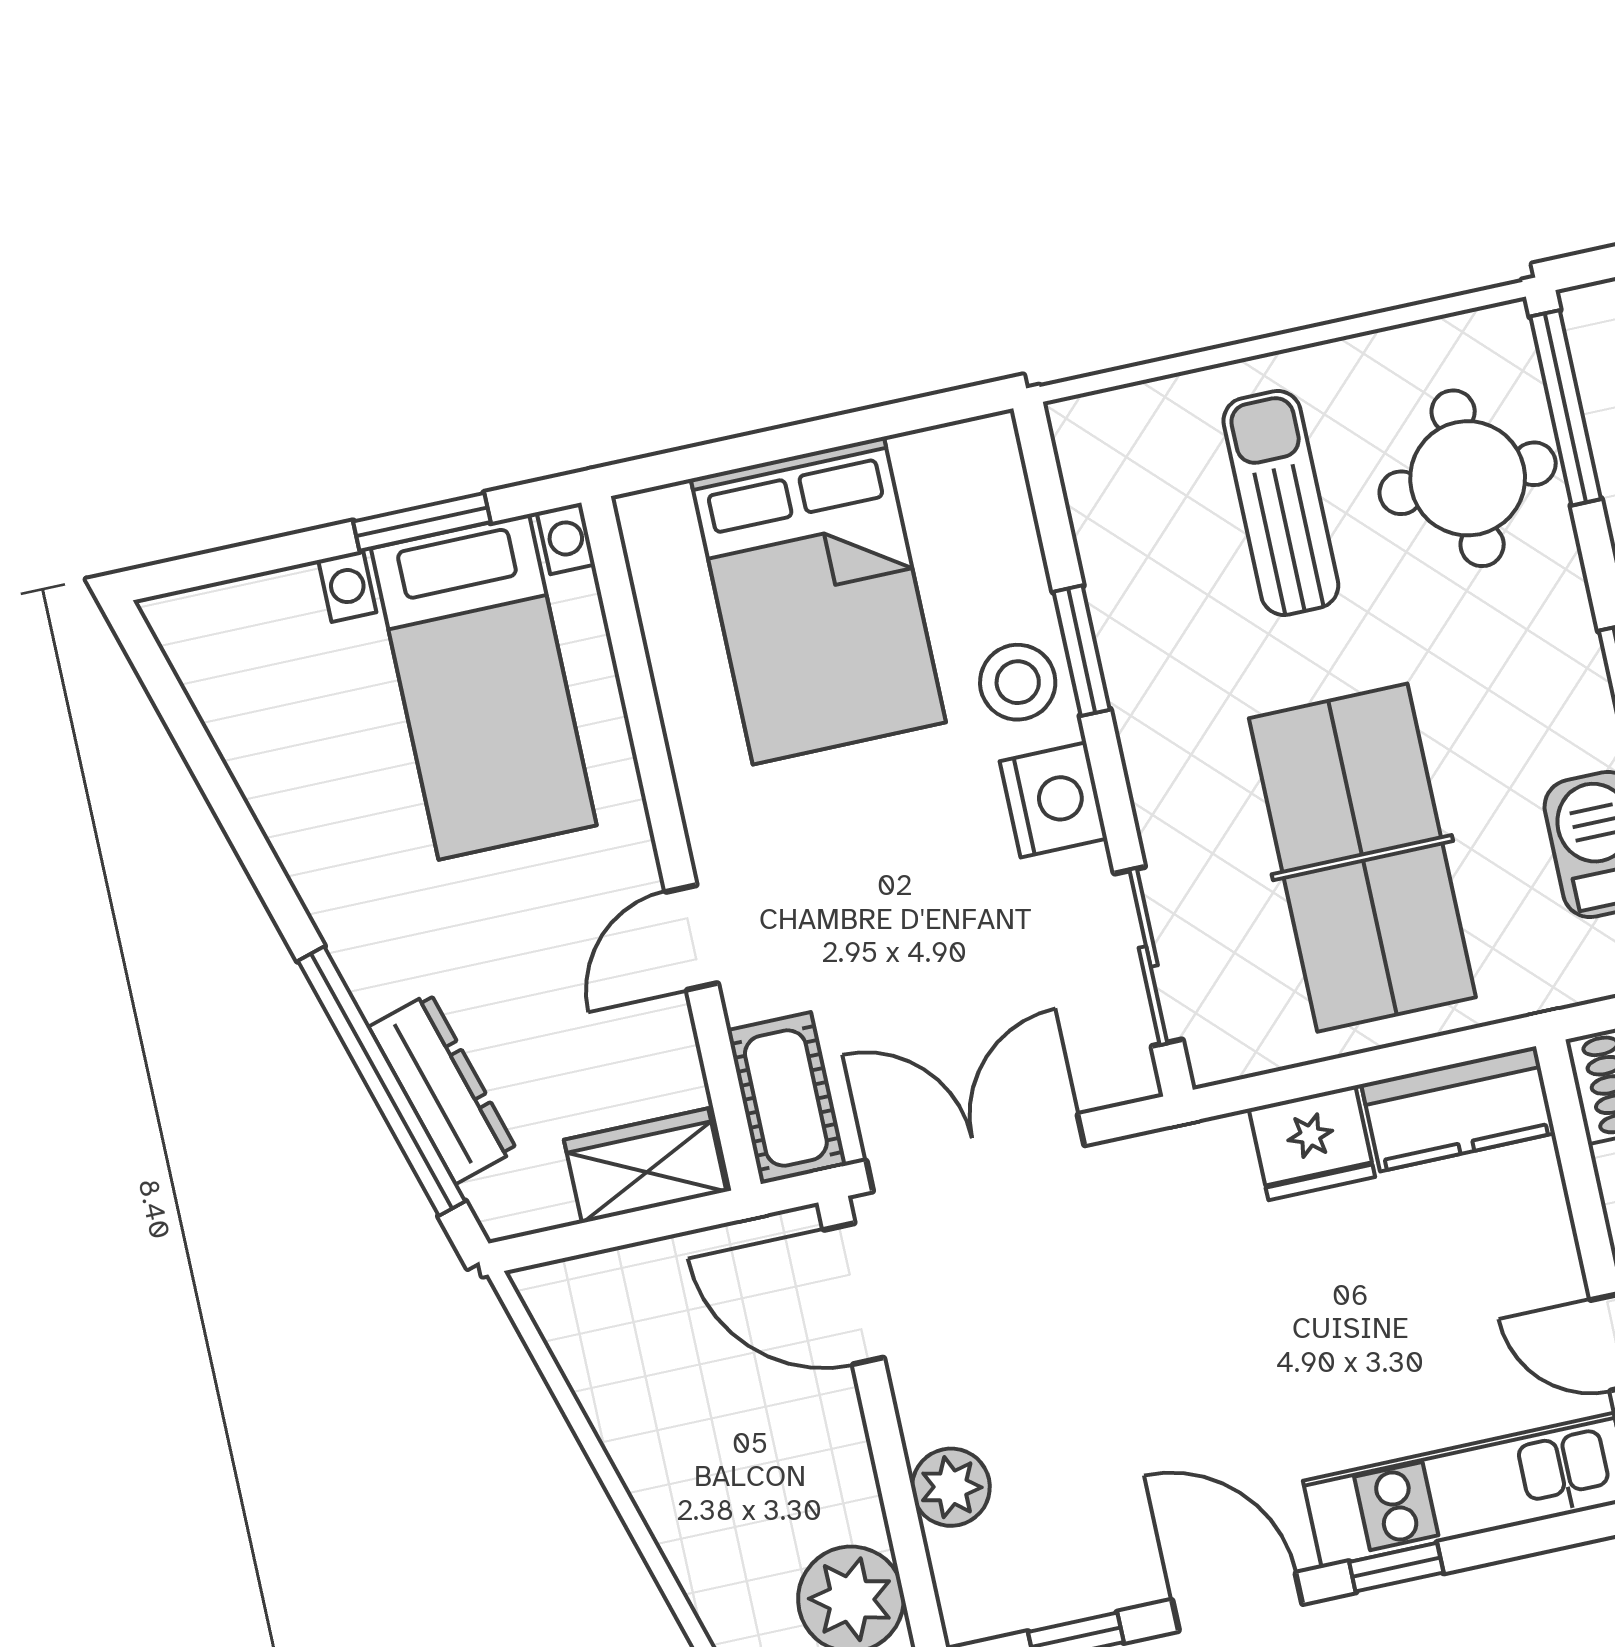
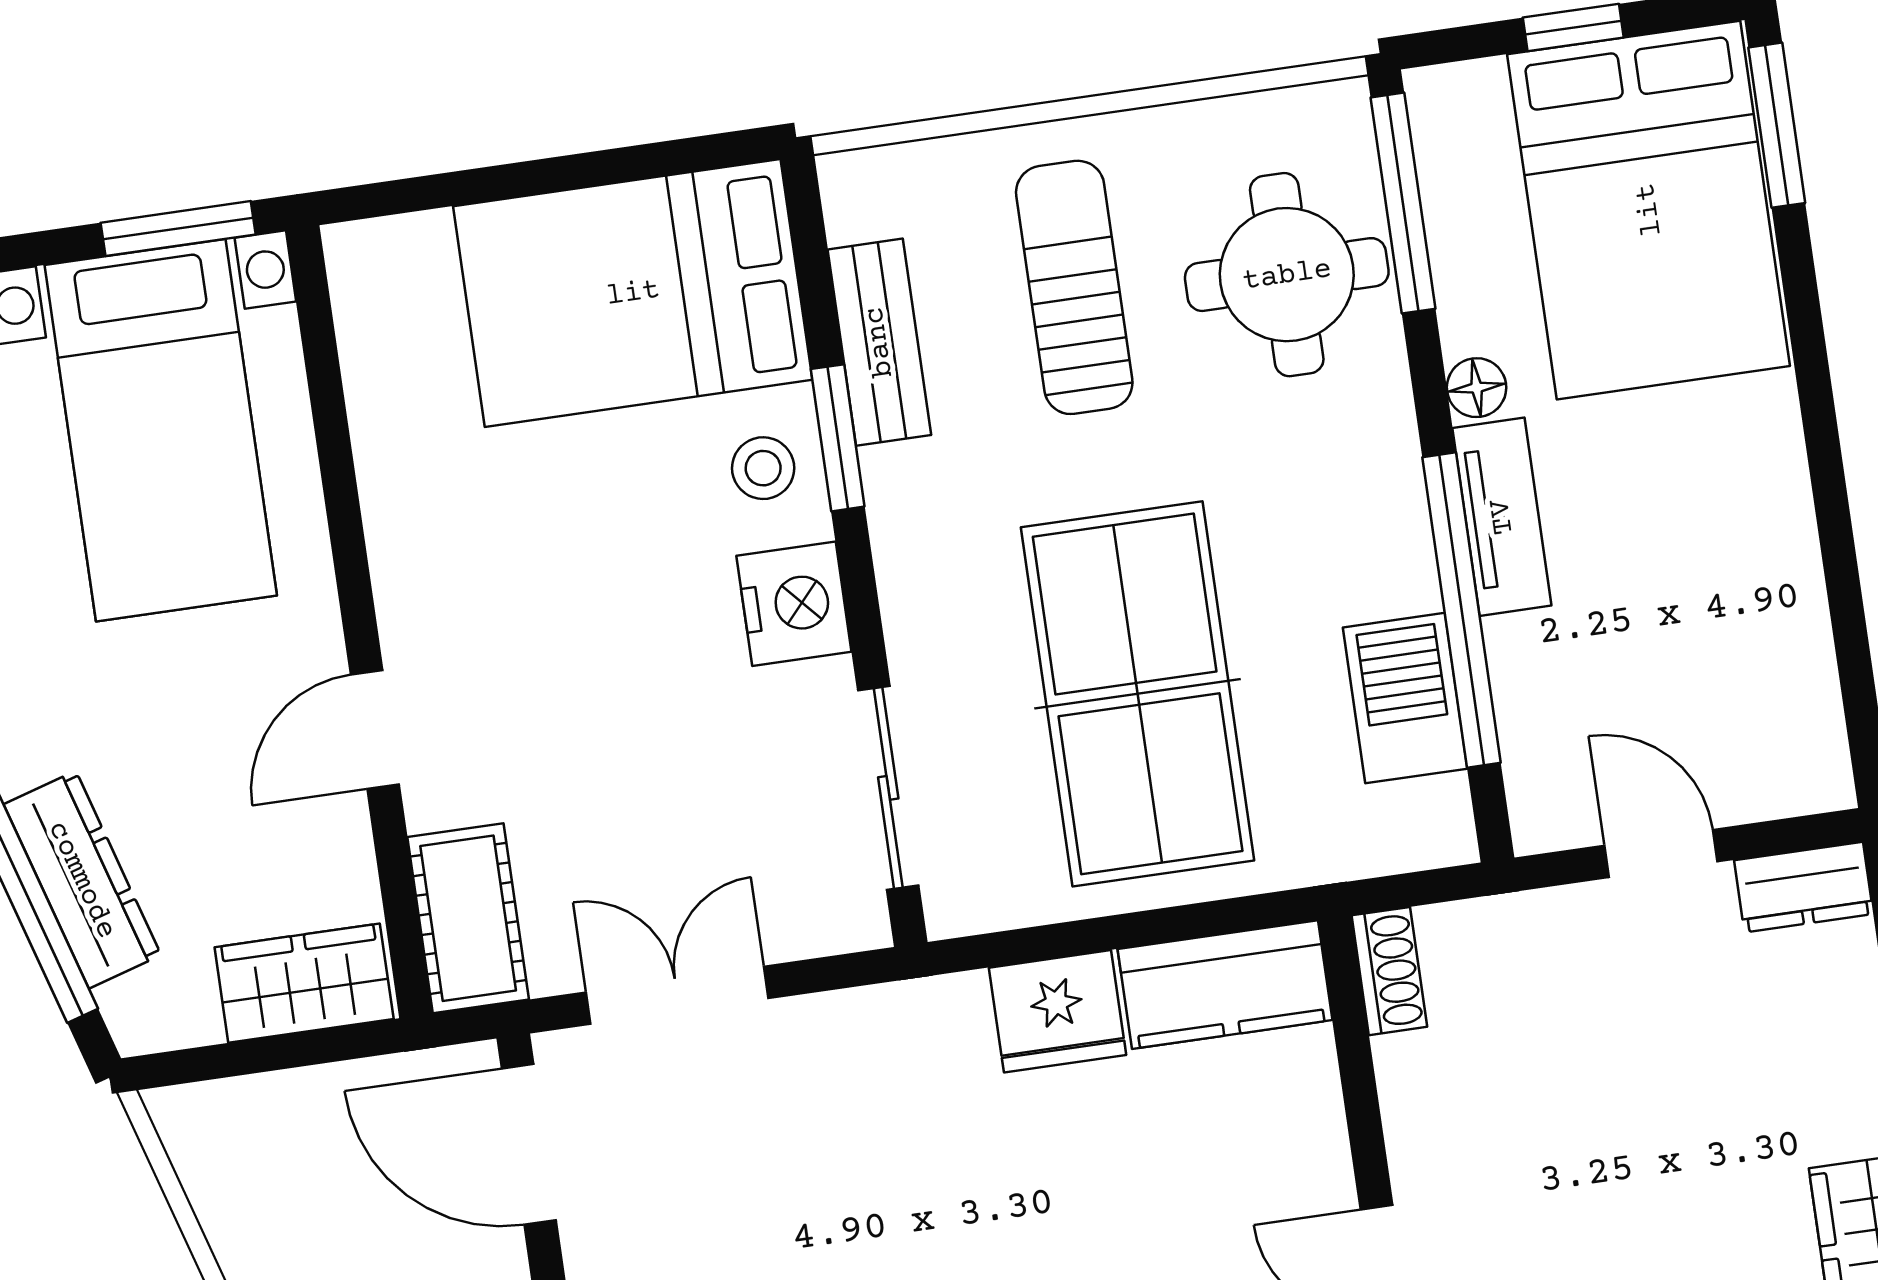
window: (422, 522) -> (178, 229), moved
bench: (1112, 564) -> (879, 342), added
bed: (818, 601) -> (633, 293), moved, turned 90
stool: (1018, 682) -> (763, 468), width x0.73, depth x0.73
double door: (975, 1153) -> (677, 995), width x0.73

